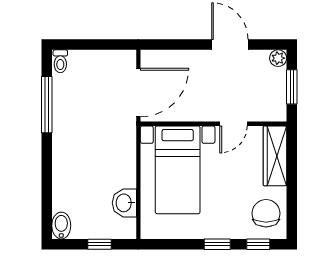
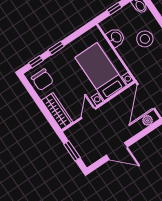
plant: (278, 58) -> (148, 120), moved
stool: (86, 174) -> (145, 39), added

